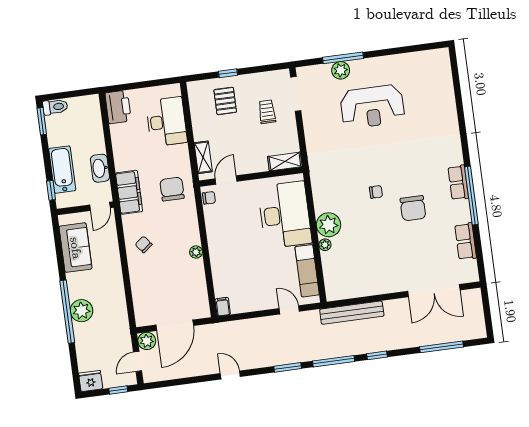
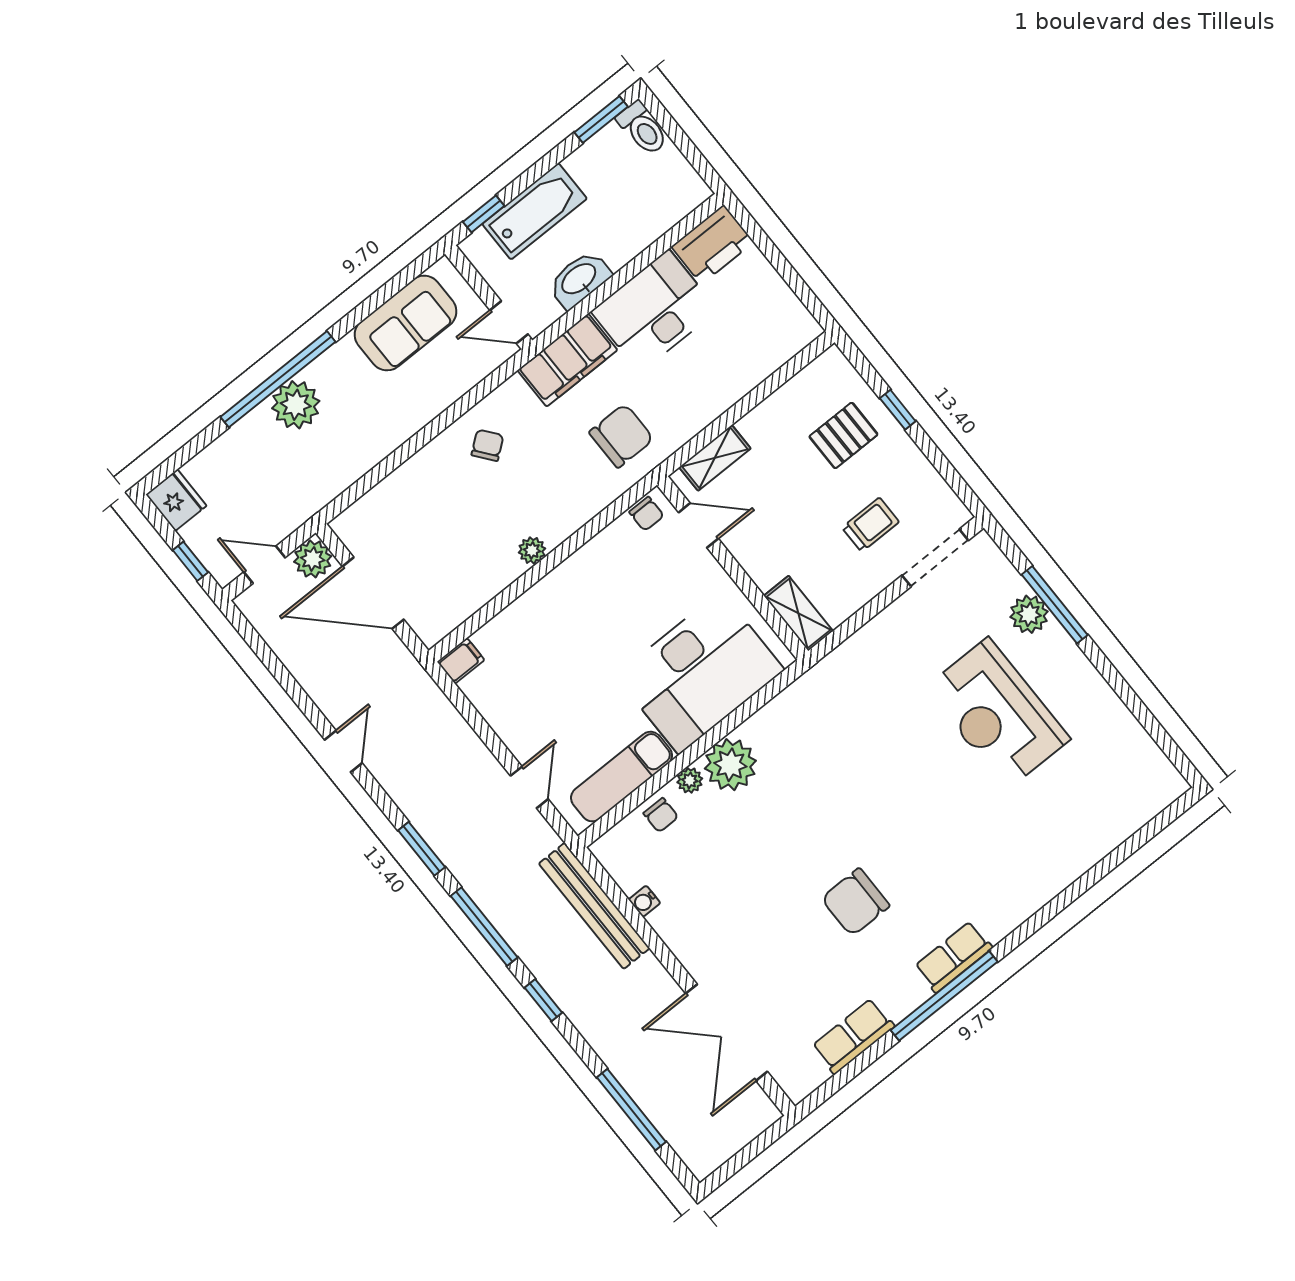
desk: (166, 122) -> (654, 311), moved, turned 180
chair: (376, 192) -> (661, 815), moved
water cooler: (362, 292) -> (644, 901), added

